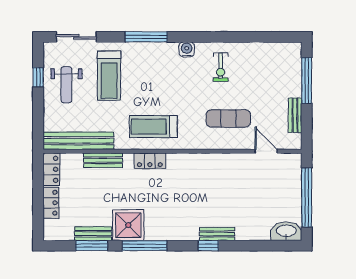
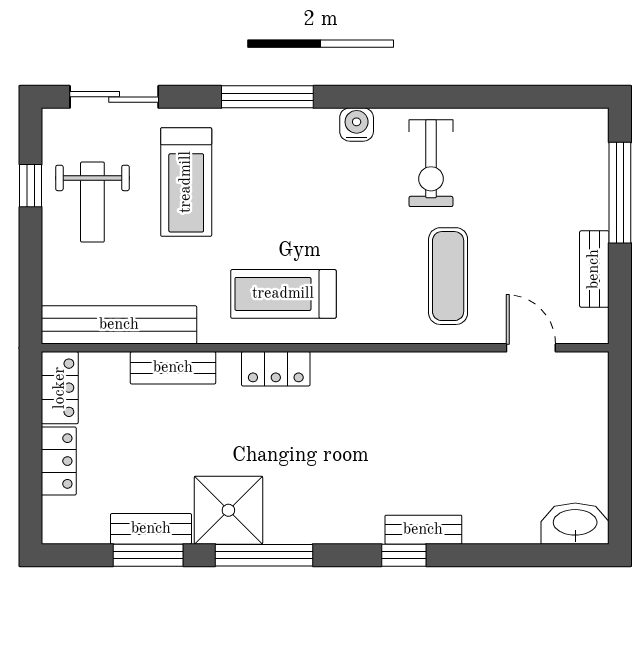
exercise bike: (221, 67) -> (431, 163), width x1.38, depth x1.39
exercise mat: (228, 118) -> (448, 276), turned 90
window: (307, 197) -> (620, 449), removed

